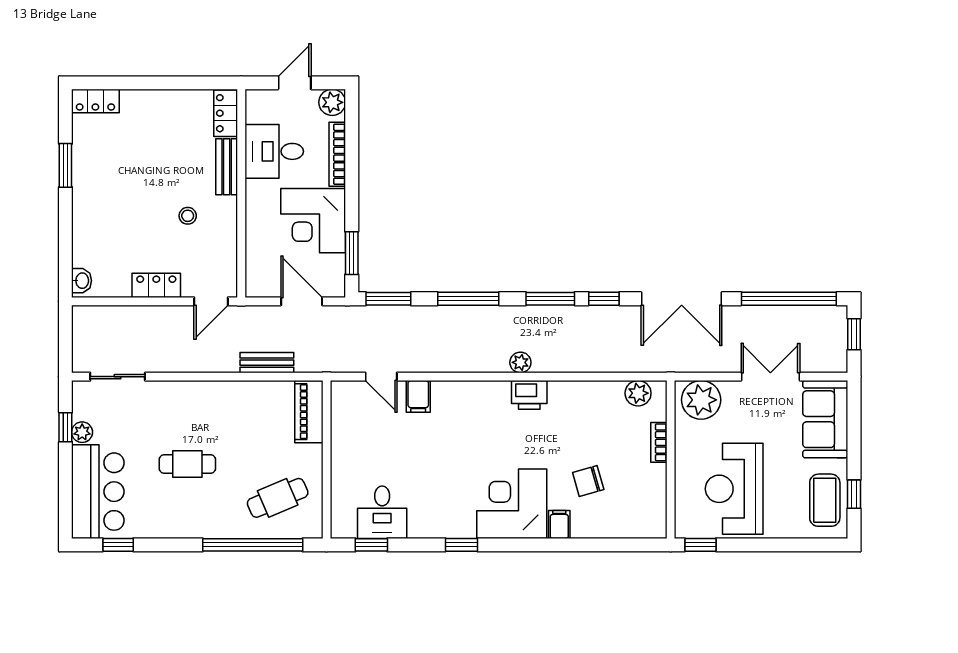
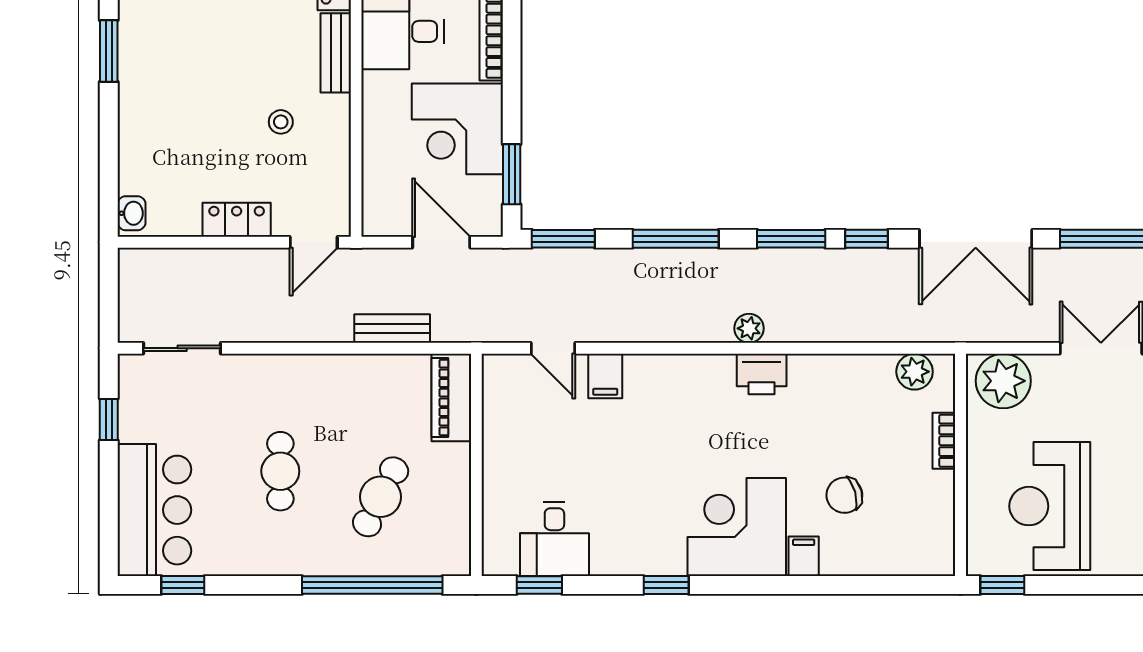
plant: (82, 432) -> (132, 426), removed
cafe table: (187, 464) -> (280, 471), turned 90
cafe table: (278, 498) -> (381, 497), moved, turned -40

